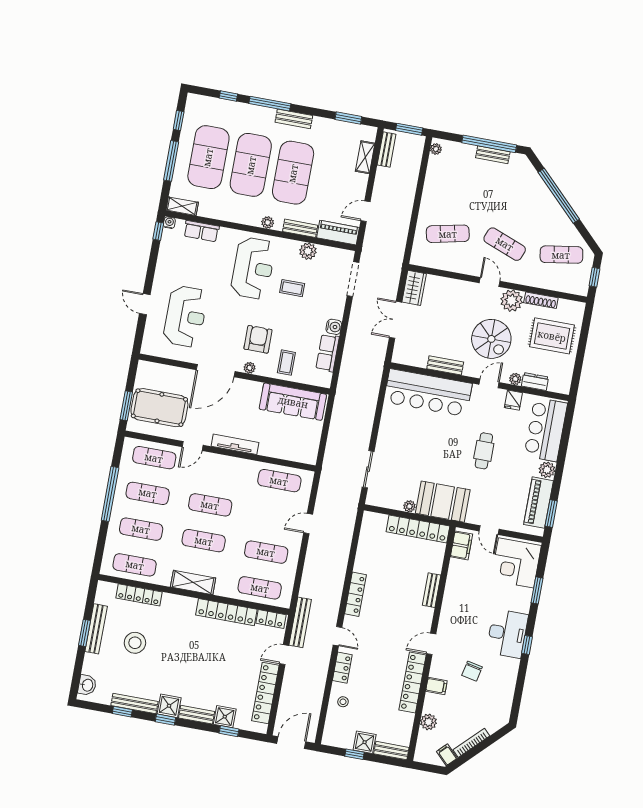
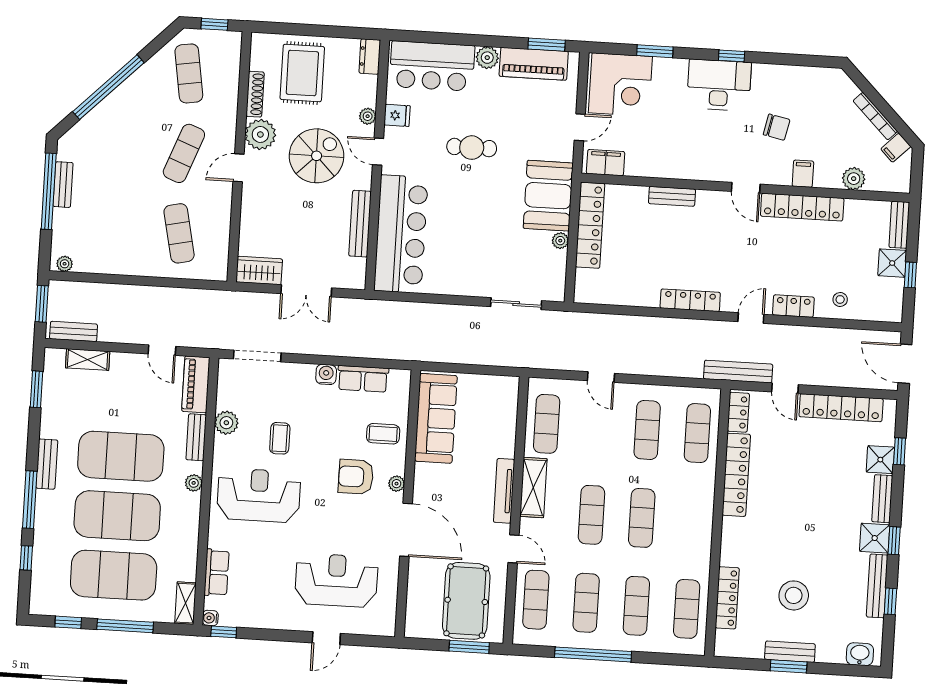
bench: (445, 365) -> (360, 224), width x1.36
dresser: (535, 382) -> (370, 56), moved
shelving: (193, 582) -> (533, 488), moved
bench: (96, 629) -> (790, 652), width x0.73

